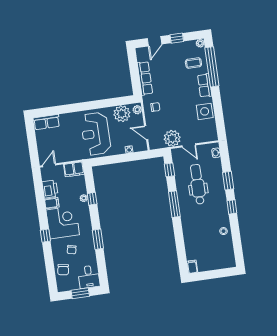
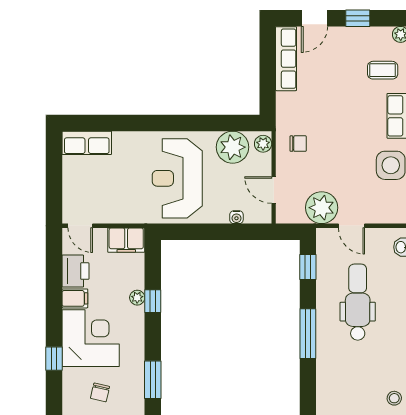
row of seats: (145, 78) -> (286, 59), moved
door: (49, 165) -> (80, 226), swing flipped

